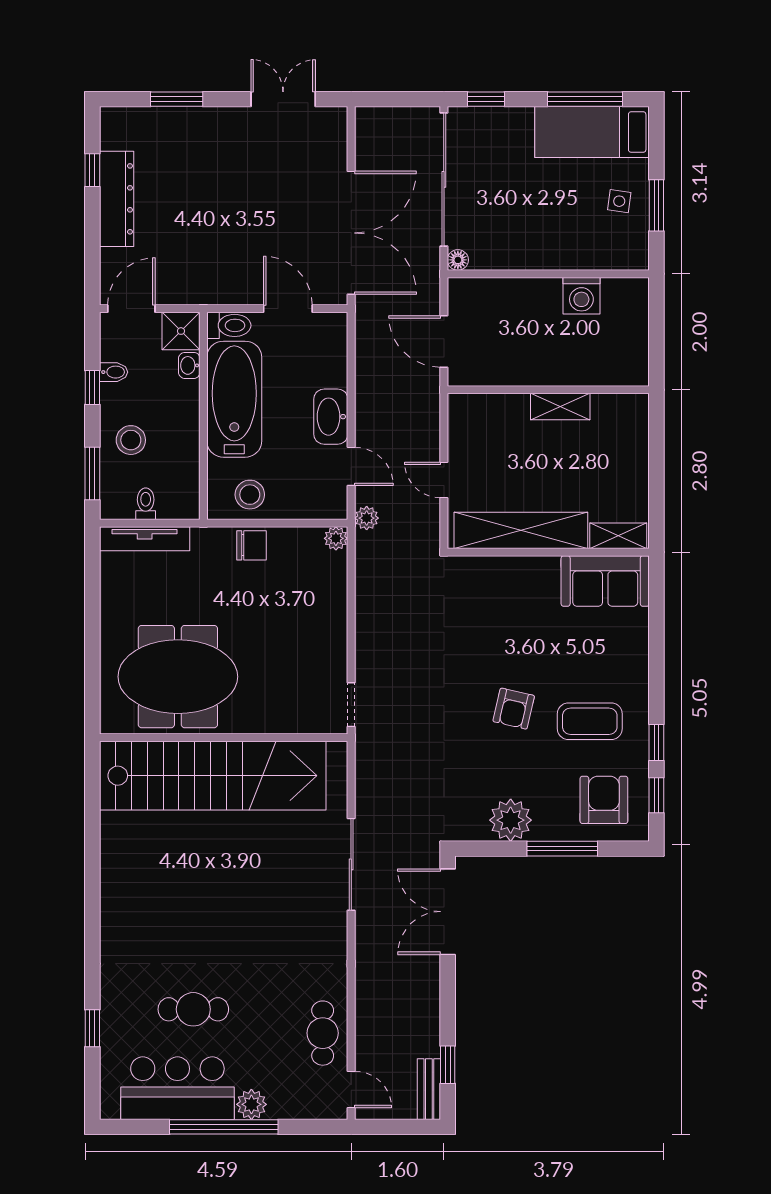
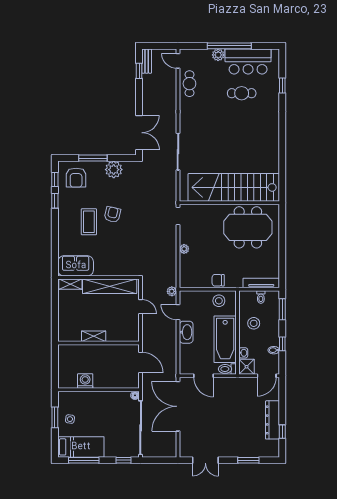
stool: (131, 440) -> (254, 323), moved
plant: (336, 538) -> (184, 249), moved
coffee table: (590, 721) -> (89, 222), moved, turned 90

